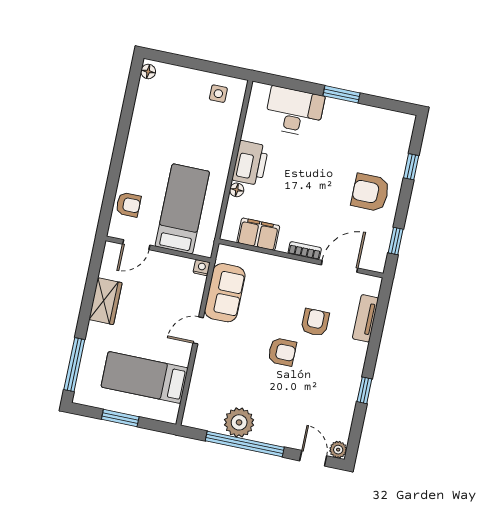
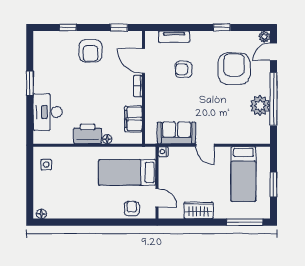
armchair: (282, 352) -> (234, 69), moved, width x1.88, depth x1.88

